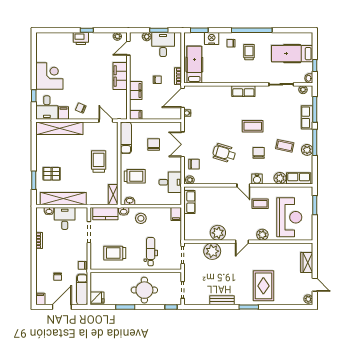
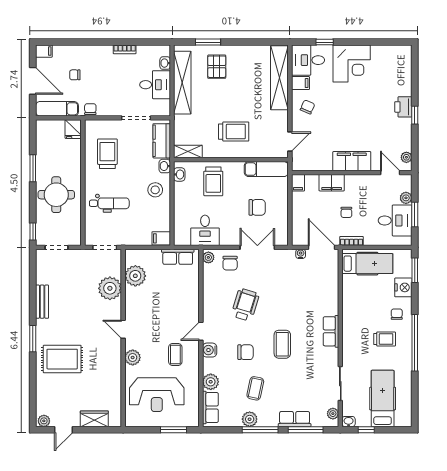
plant: (218, 233) -> (135, 276), moved
fridge: (97, 298) -> (73, 129), moved

